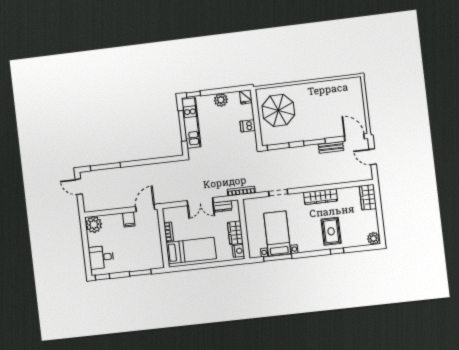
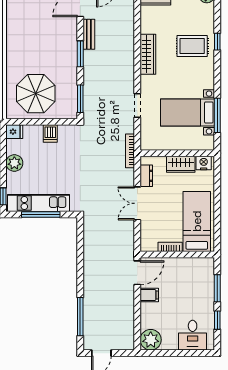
double door: (200, 202) -> (137, 203), swing flipped
door: (145, 208) -> (137, 273), swing flipped
window: (102, 277) -> (217, 320), moved

